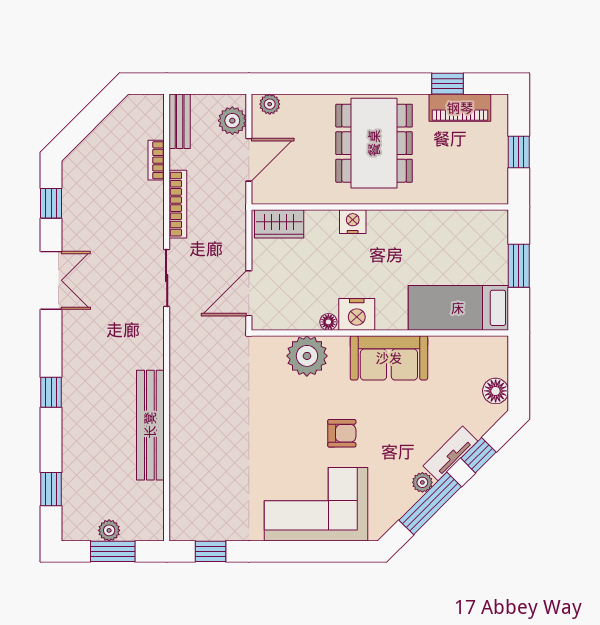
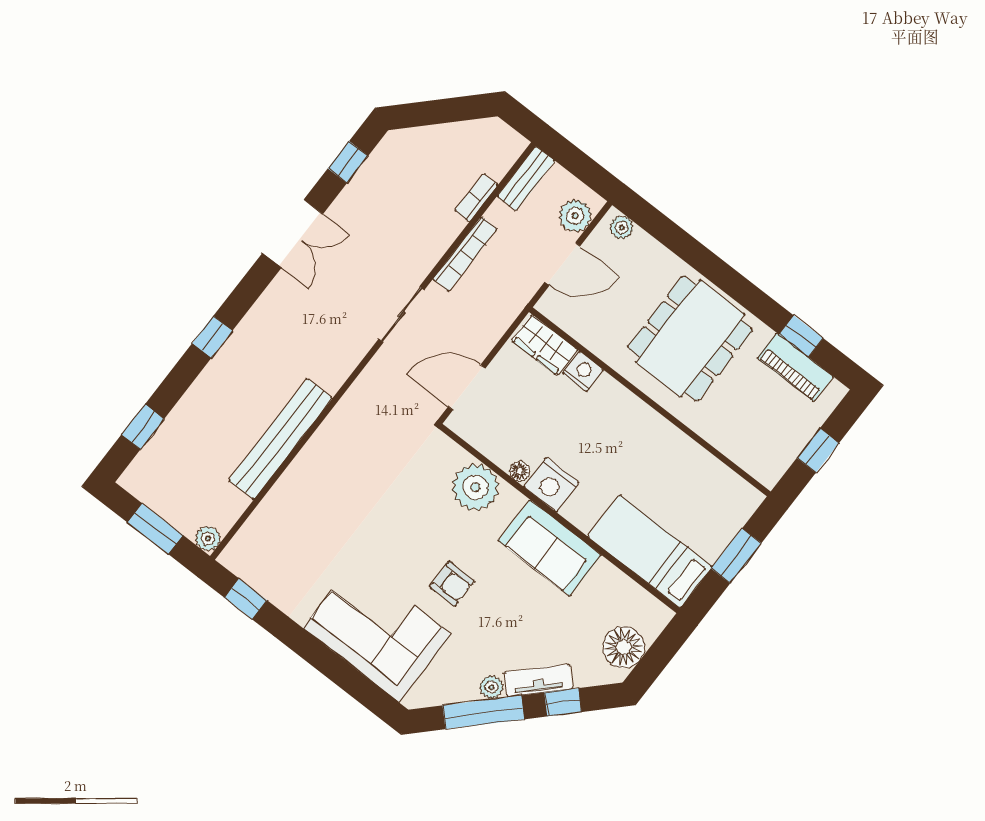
nightstand: (353, 222) -> (583, 372), moved
floor lamp: (496, 391) -> (624, 647), width x1.38, depth x1.38
plant: (109, 530) -> (208, 538), moved

